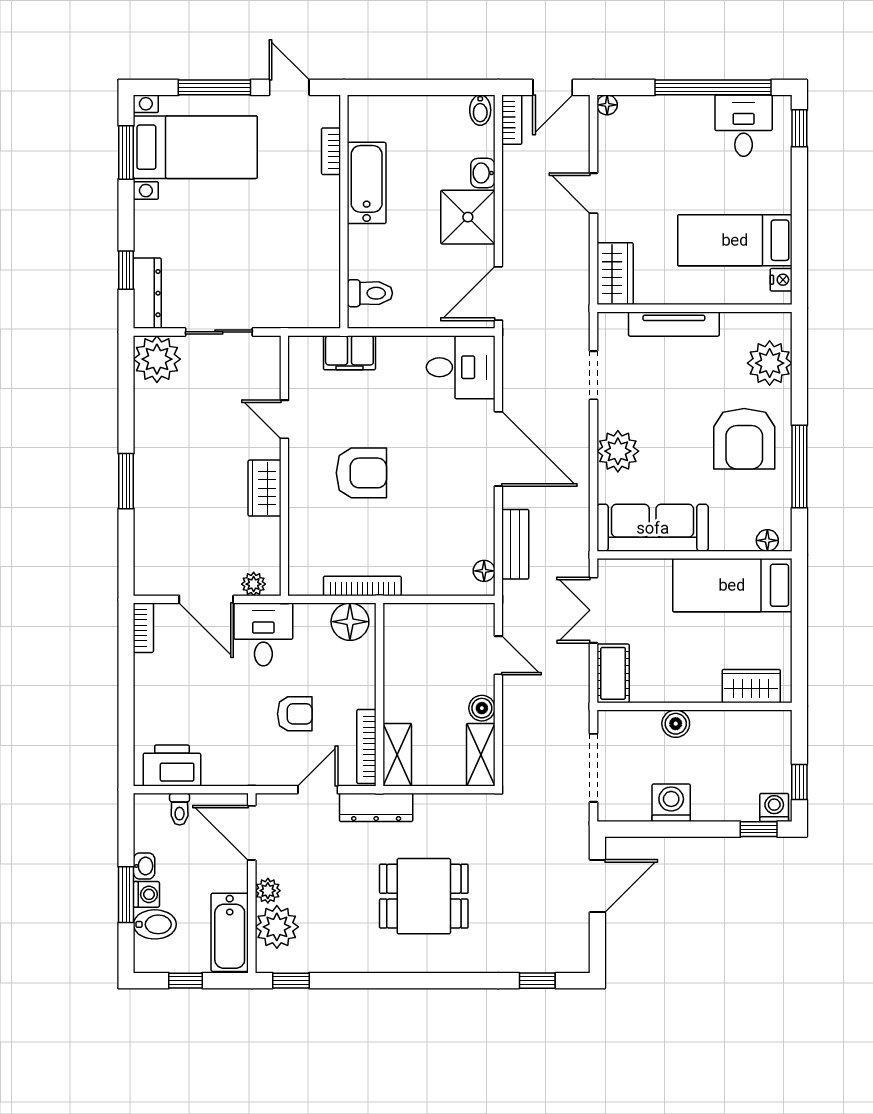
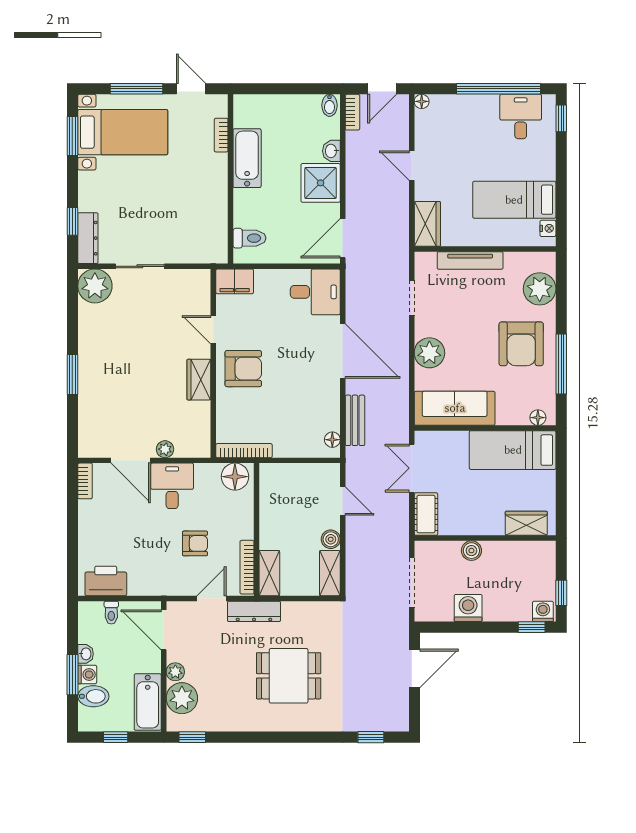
door: (284, 419) -> (213, 330), moved
wall: (284, 466) -> (213, 363), moved
wardrobe: (265, 488) -> (199, 380), moved

